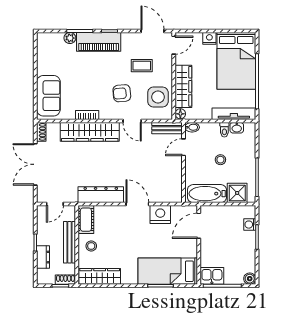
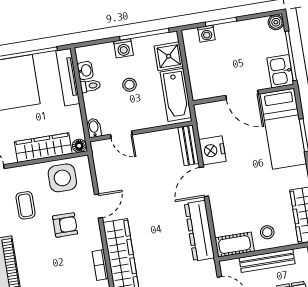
armchair: (122, 93) -> (65, 225), turned -85
bench: (167, 128) -> (189, 145), moved
washing machine: (249, 160) -> (123, 48), added
door: (199, 226) -> (242, 95), moved

